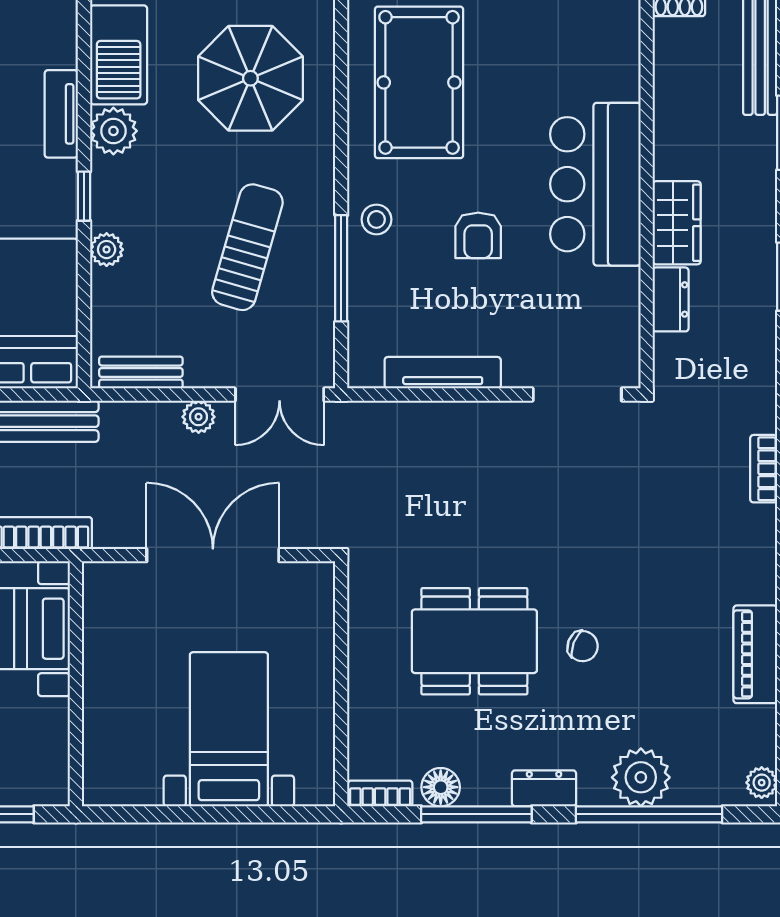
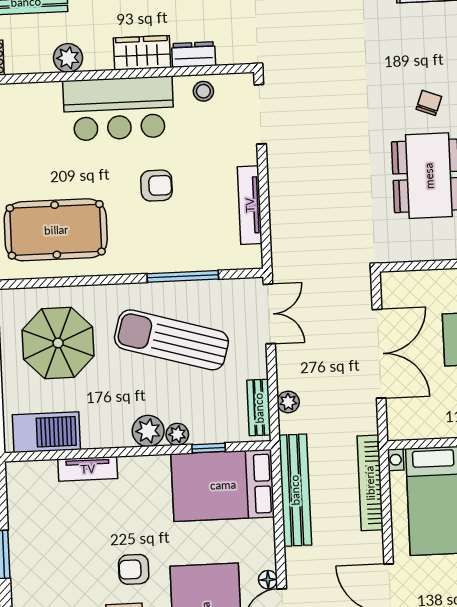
plant: (674, 112) -> (68, 58), added
plant: (113, 131) -> (148, 431), moved
window: (84, 196) -> (209, 448), moved
stool: (376, 219) -> (203, 91), moved
sun lounger: (247, 247) -> (171, 340), width x1.36, depth x1.34
plant: (199, 417) -> (288, 402), moved
double door: (213, 555) -> (379, 354), swing flipped

